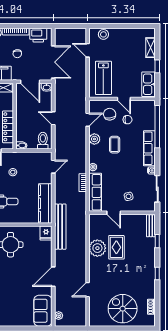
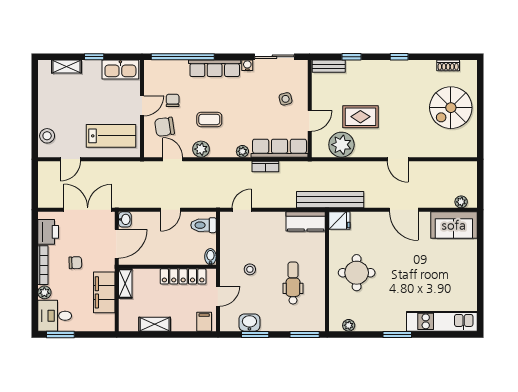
door: (53, 167) -> (242, 210), hinge flipped
kitchen counter: (45, 203) -> (306, 221), width x0.67
plant: (97, 248) -> (341, 145), moved
door: (88, 290) -> (398, 159), moved

